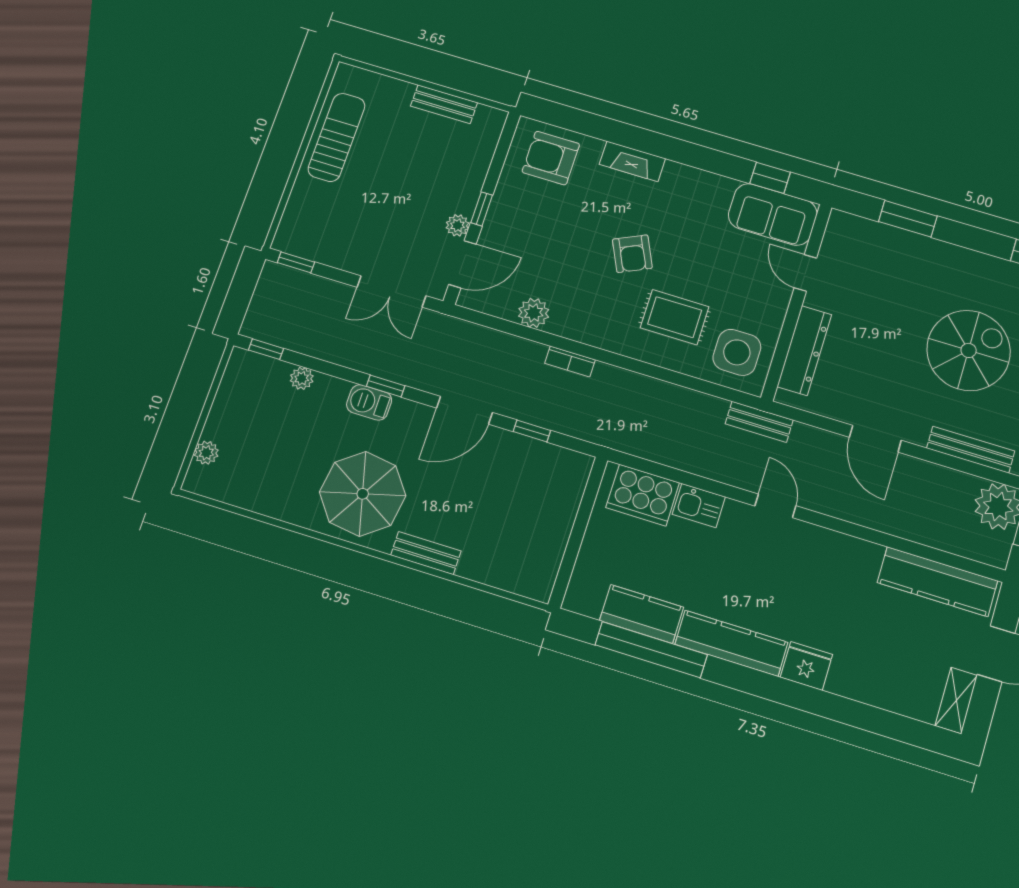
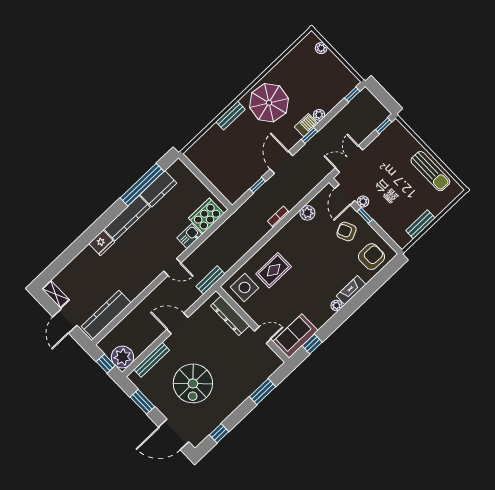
plant: (675, 172) -> (336, 305), added
armchair: (632, 254) -> (346, 231), moved
plant: (302, 378) -> (319, 115), moved

